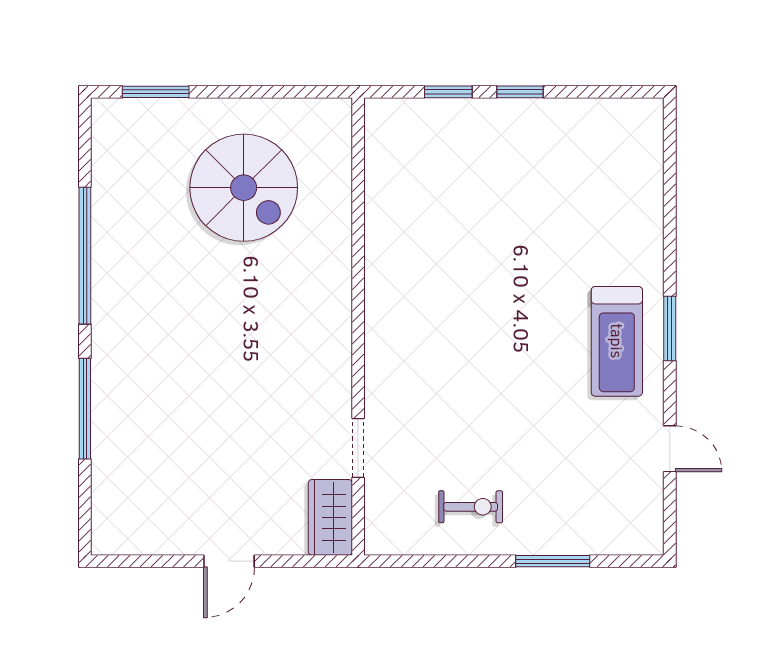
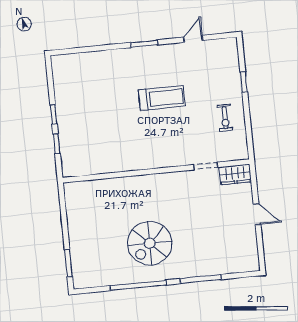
spiral stairs: (244, 188) -> (150, 243), moved, turned 180
treadmill: (617, 341) -> (162, 98), moved
exercise bike: (471, 507) -> (225, 118), turned 180
window: (553, 561) -> (244, 82), width x0.67

